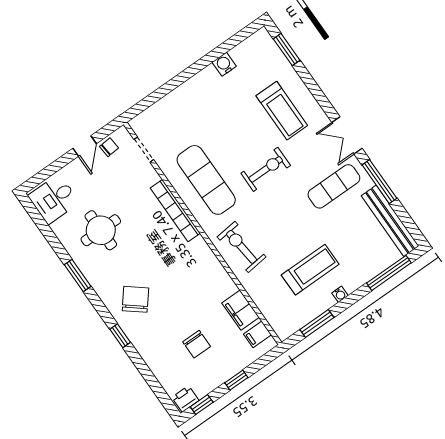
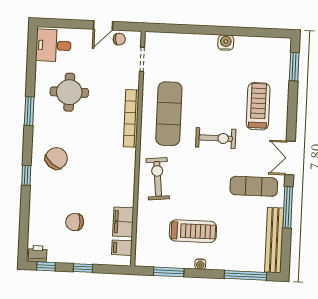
water cooler: (224, 64) -> (226, 43), moved
treadmill: (282, 111) -> (258, 106), turned 180
chair: (197, 344) -> (75, 222), turned 90

